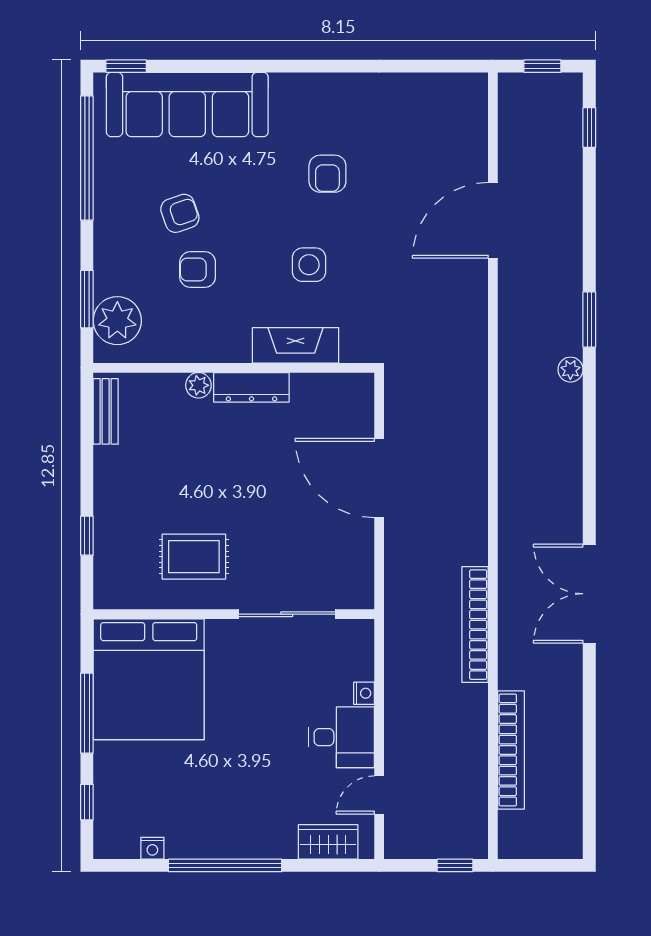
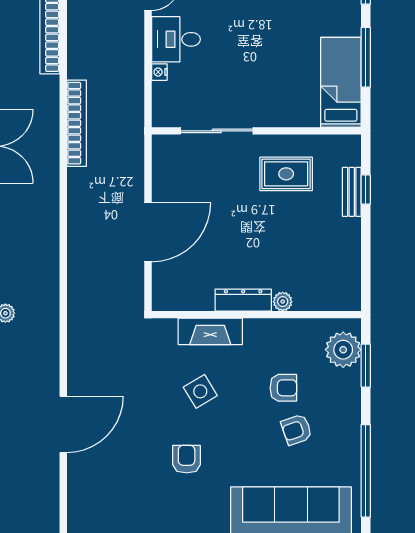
side table: (309, 265) -> (200, 391), turned -31
bench: (106, 411) -> (352, 192), moved
door: (379, 478) -> (148, 232), hinge flipped
bed: (149, 679) -> (341, 82), width x0.49

